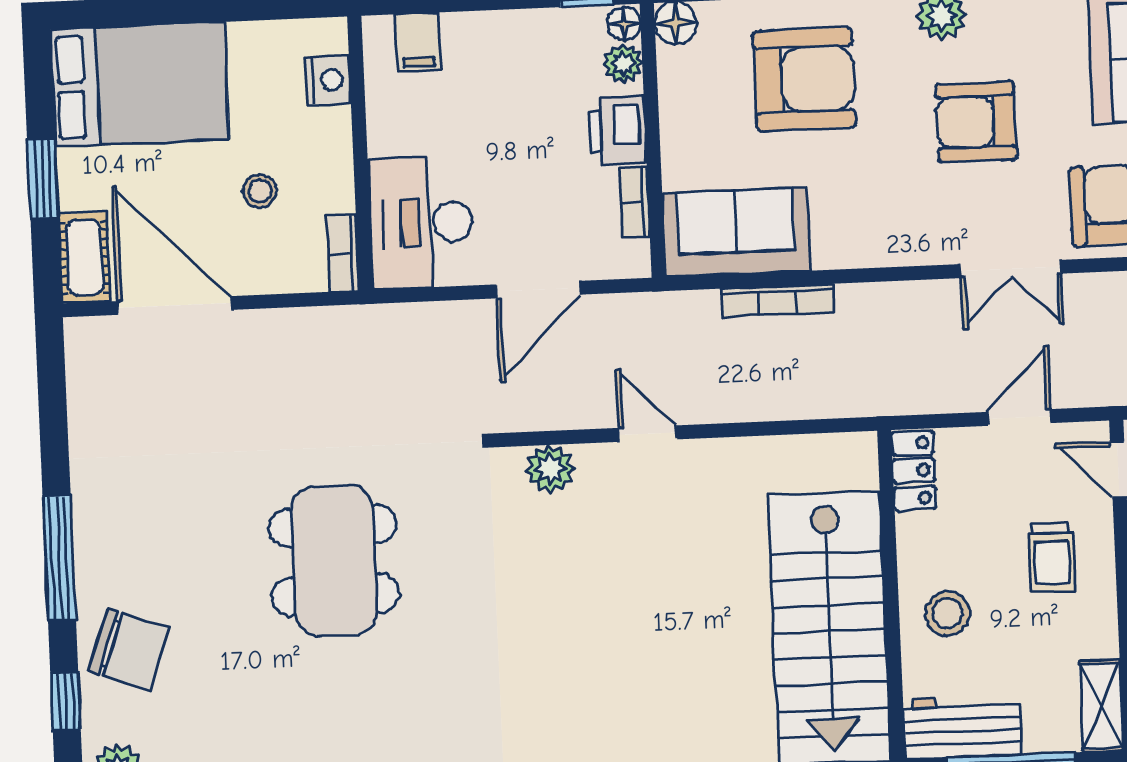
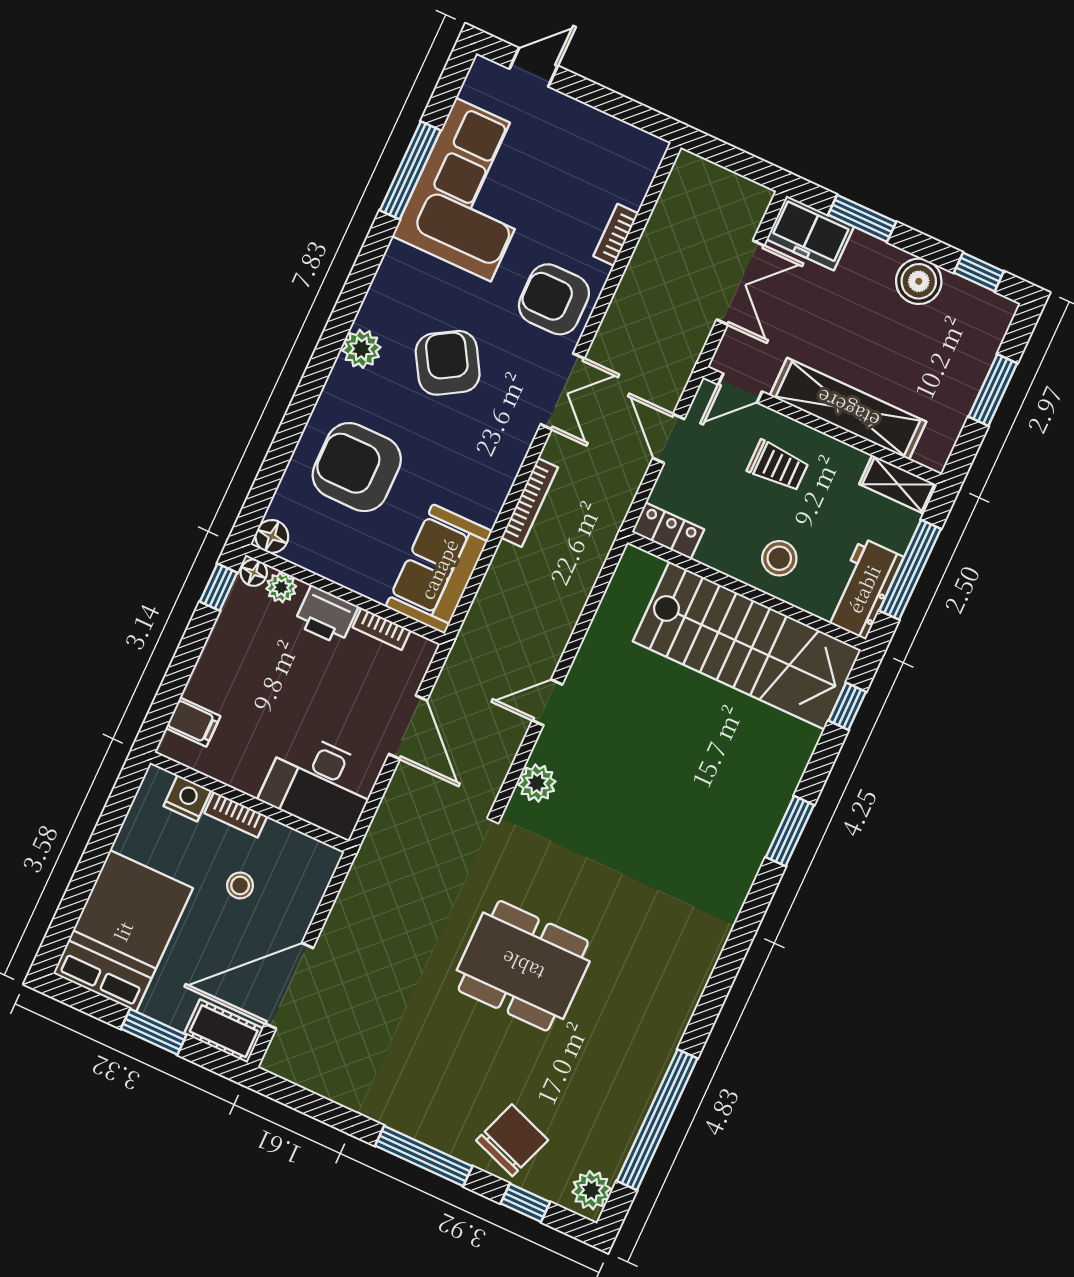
armchair: (804, 79) -> (357, 467), turned -90
armchair: (976, 122) -> (448, 363), turned 149
bookcase: (343, 253) -> (236, 815), moved
bookcase: (777, 300) -> (530, 503), moved

